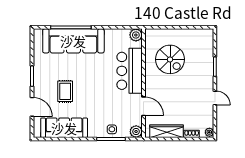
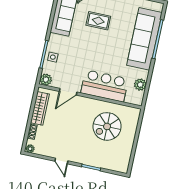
plant: (136, 35) -> (140, 85), moved
door: (215, 98) -> (61, 161), hinge flipped

